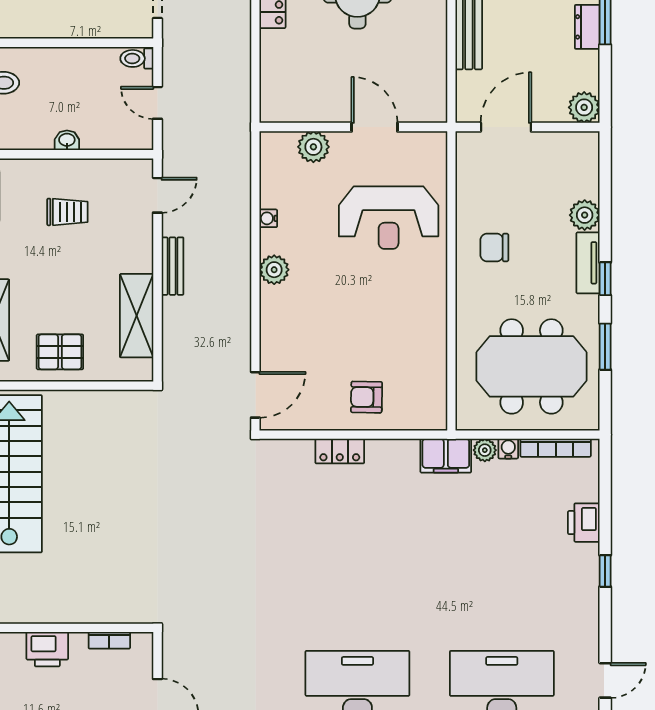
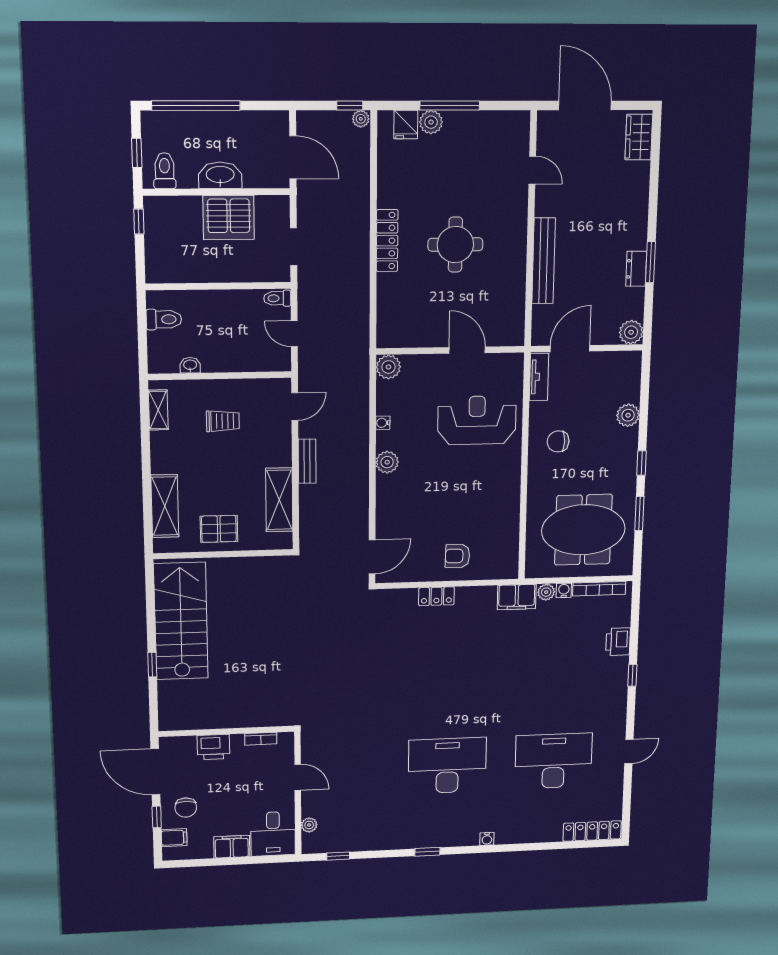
washbasin: (67, 140) -> (190, 365), moved
plant: (313, 147) -> (388, 367), moved
reception desk: (389, 218) -> (477, 420), turned 180
tv unit: (588, 263) -> (539, 377), moved, turned 180

